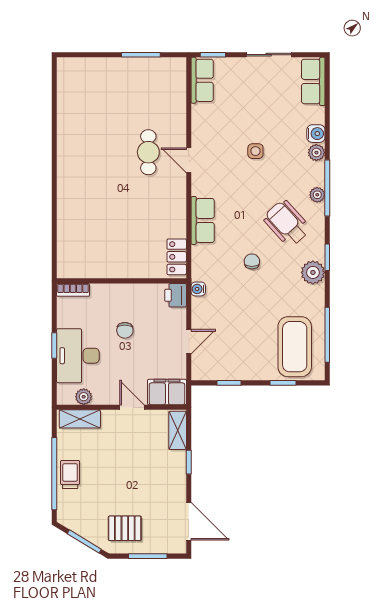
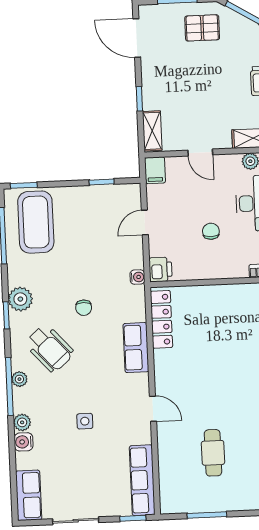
row of seats: (202, 80) -> (142, 480), width x1.48
cafe table: (148, 152) -> (213, 453), moved
locker: (177, 257) -> (161, 319), width x1.53
window: (283, 383) -> (24, 185), moved
filing cabinet: (167, 392) -> (155, 170), width x0.50

